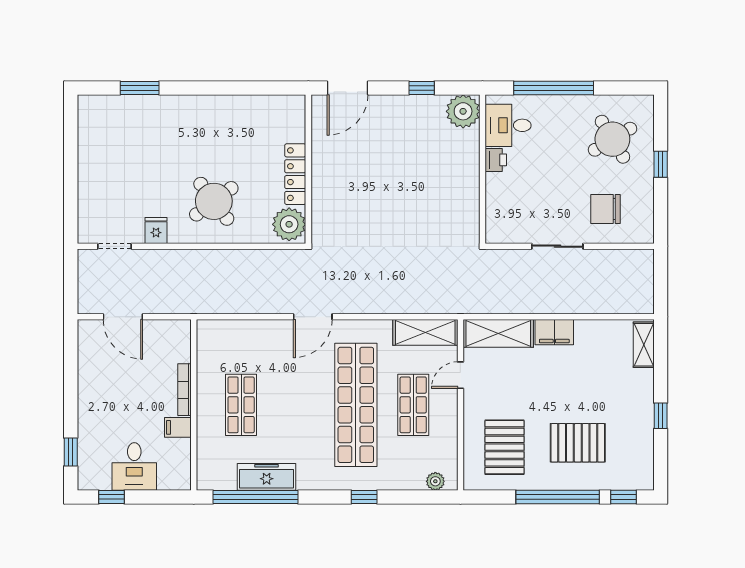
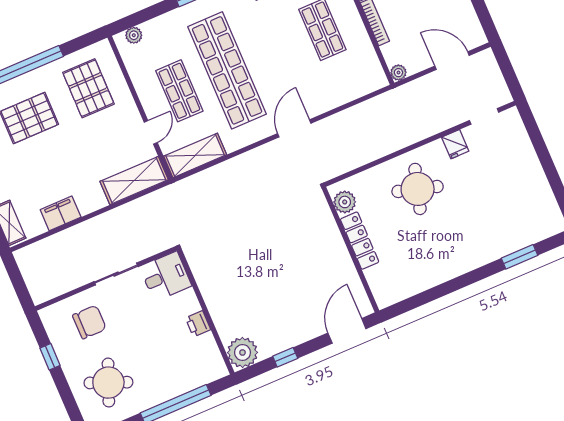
desk: (508, 125) -> (166, 276), moved
round table: (612, 139) -> (108, 383), turned -37
window: (661, 164) -> (50, 357), moved
round table: (214, 201) -> (418, 189), turned -37
plant: (289, 224) -> (345, 202), width x0.73, depth x0.73
plant: (182, 328) -> (398, 73), added
filing cabinet: (554, 332) -> (61, 213), moved

